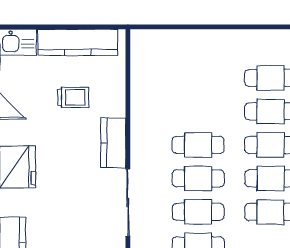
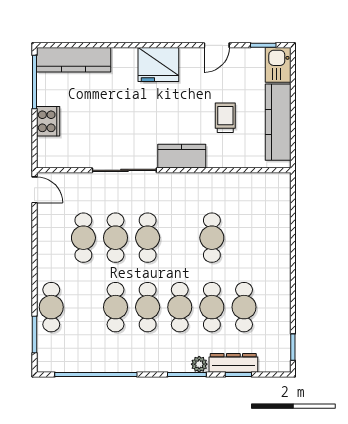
trolley: (73, 97) -> (225, 118), turned 180
cafe table: (198, 145) -> (212, 238), moved

